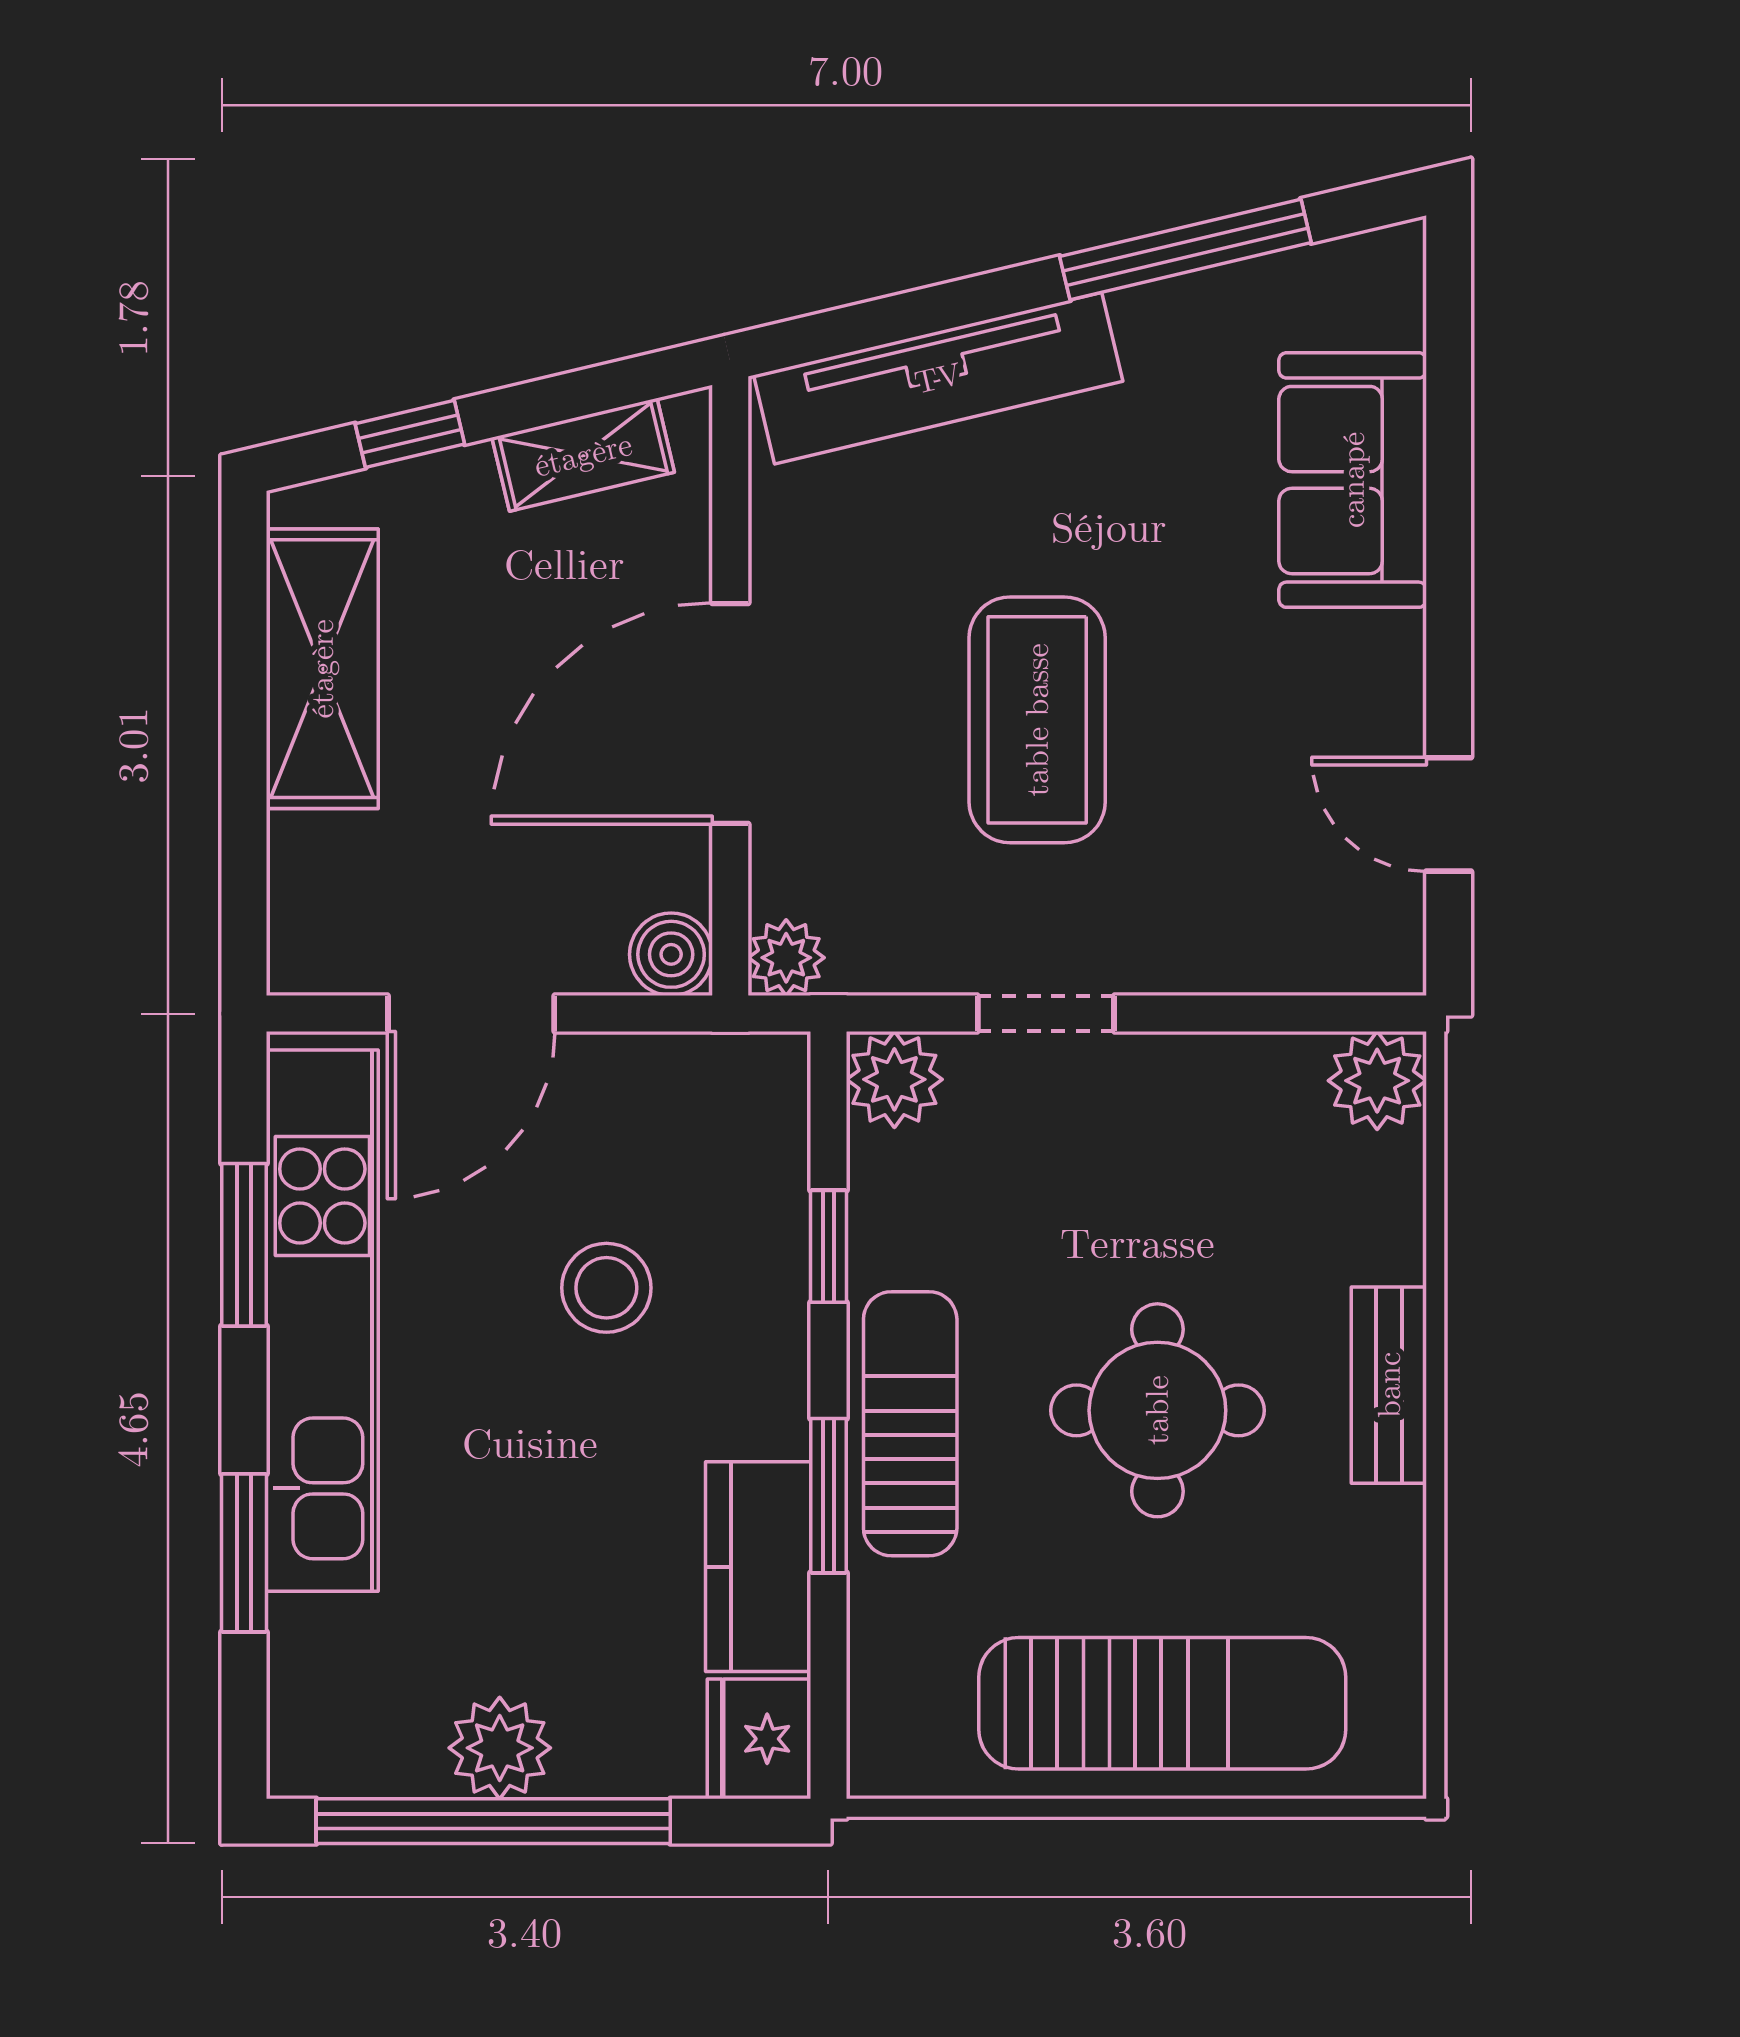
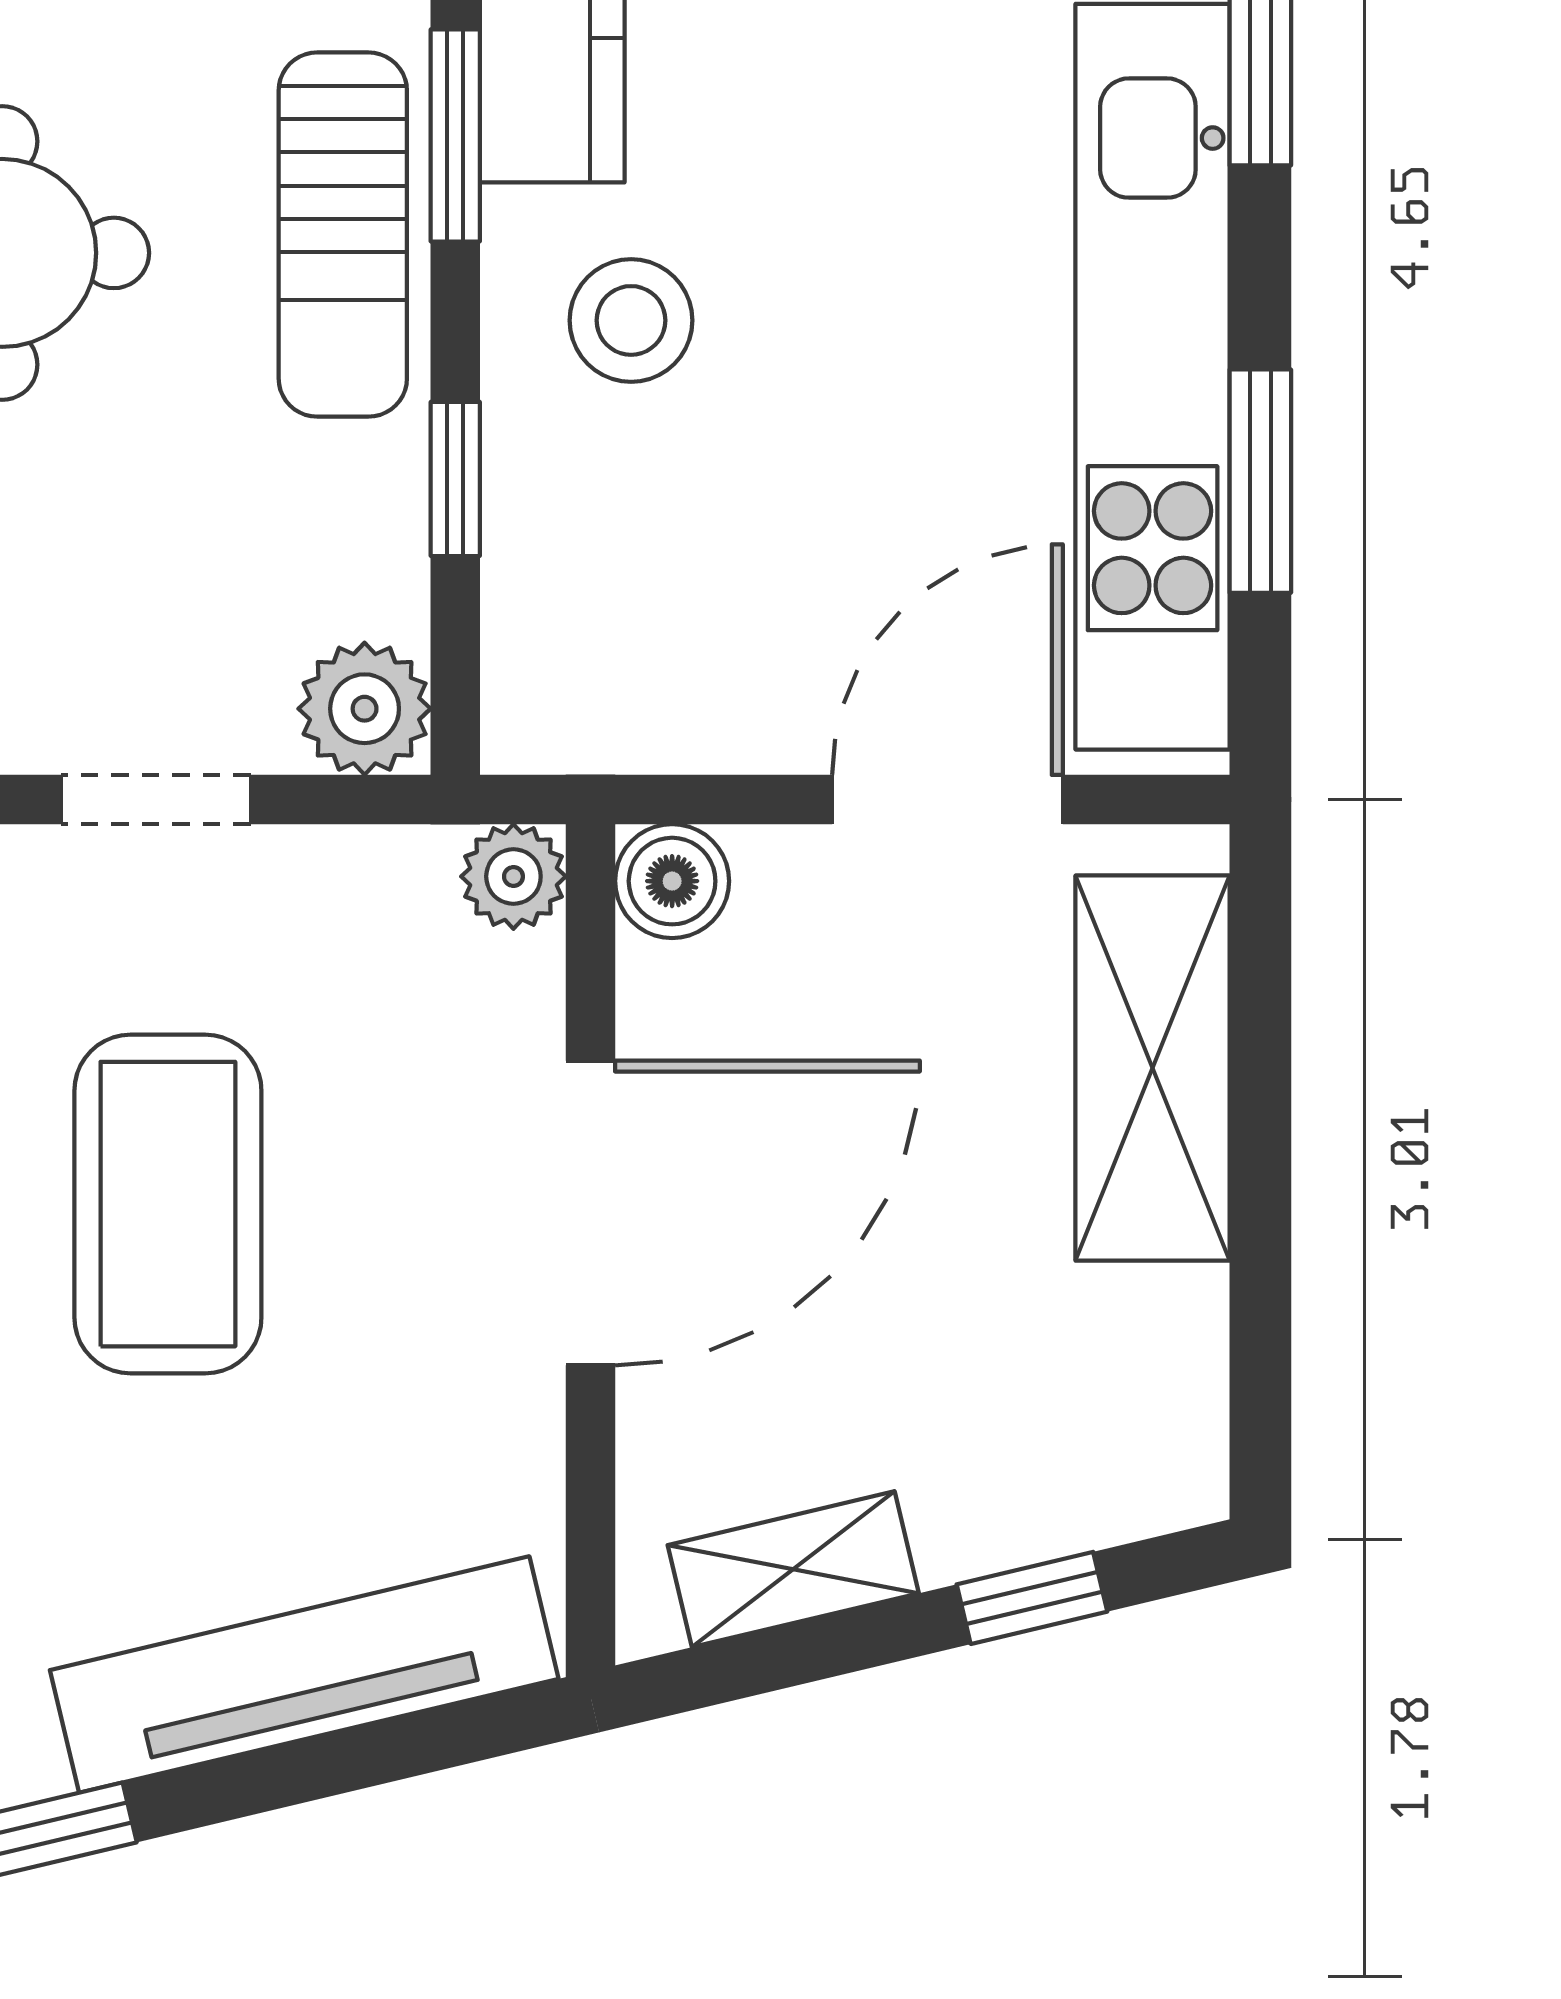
shelving: (322, 669) -> (1153, 1068), moved
stool: (606, 1288) -> (631, 320), moved

